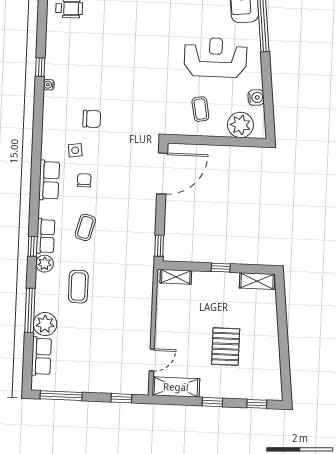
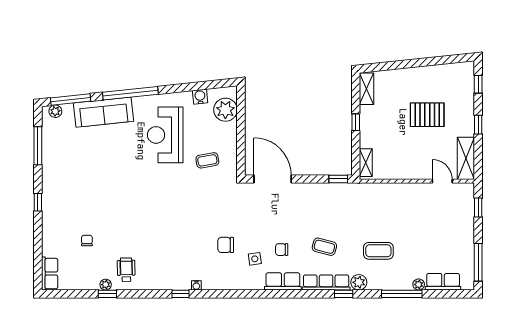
coffee table: (200, 109) -> (207, 160), moved
chair: (92, 119) -> (226, 245), turned -90
row of seats: (46, 236) -> (326, 282), width x1.48
plant: (45, 324) -> (419, 284), width x0.53, depth x0.53

